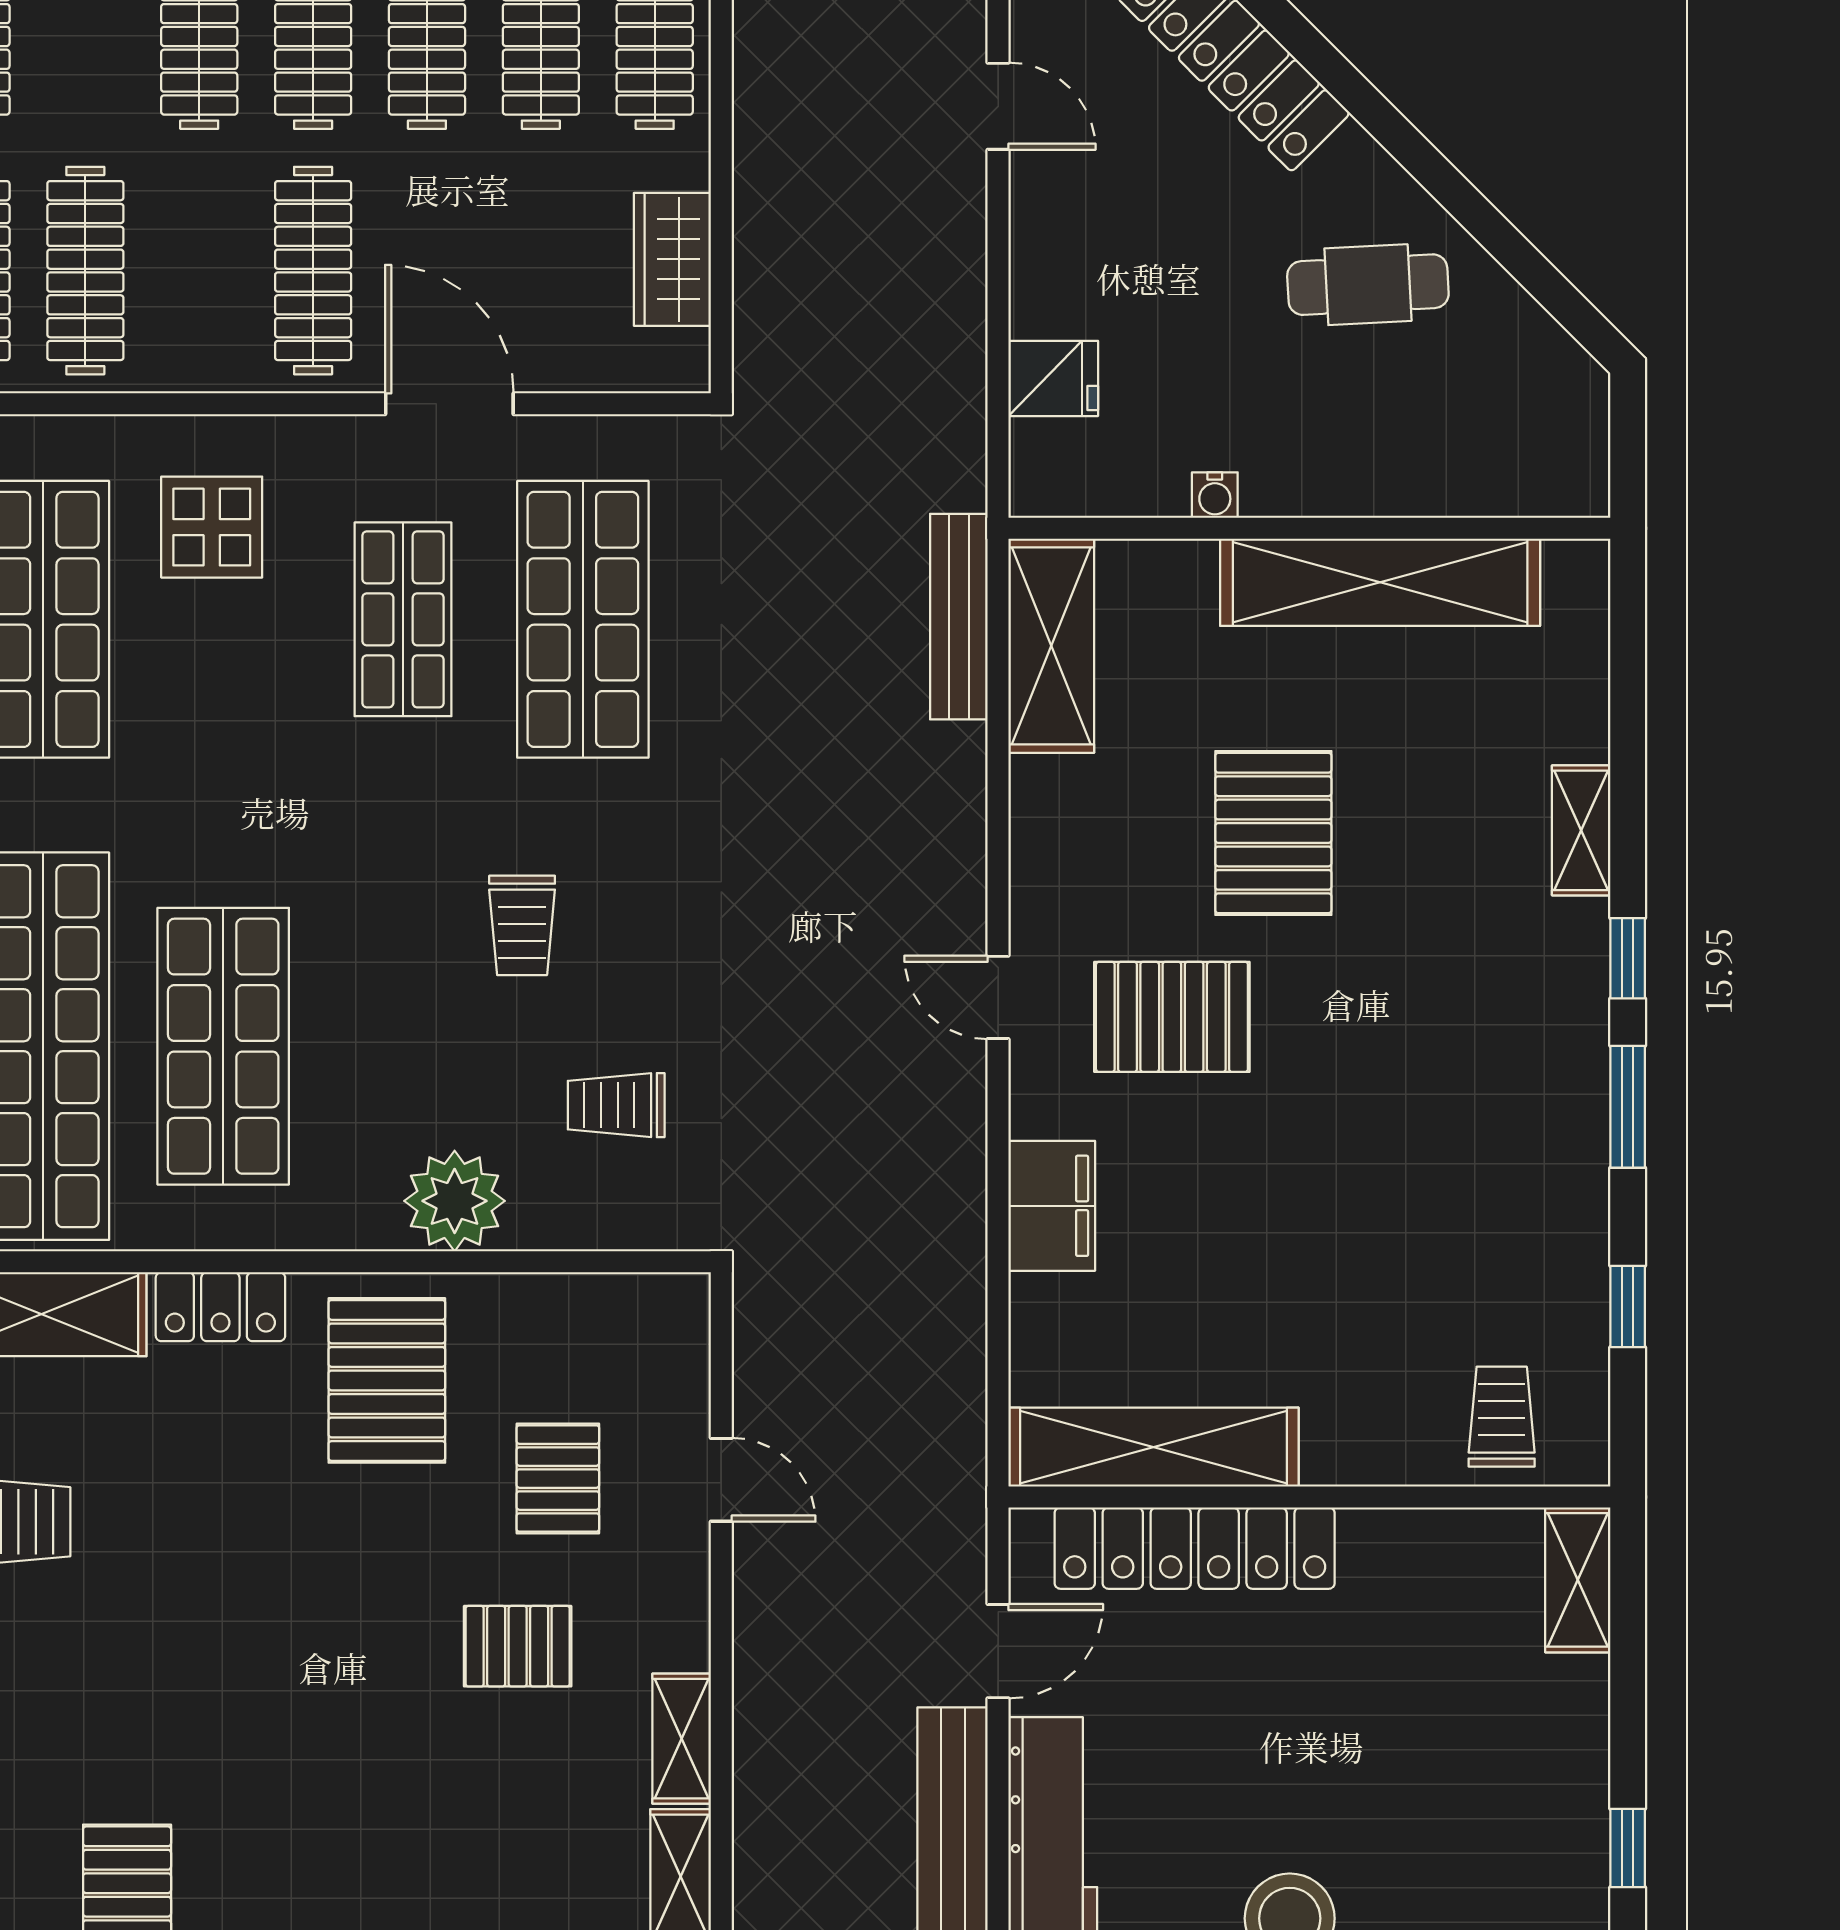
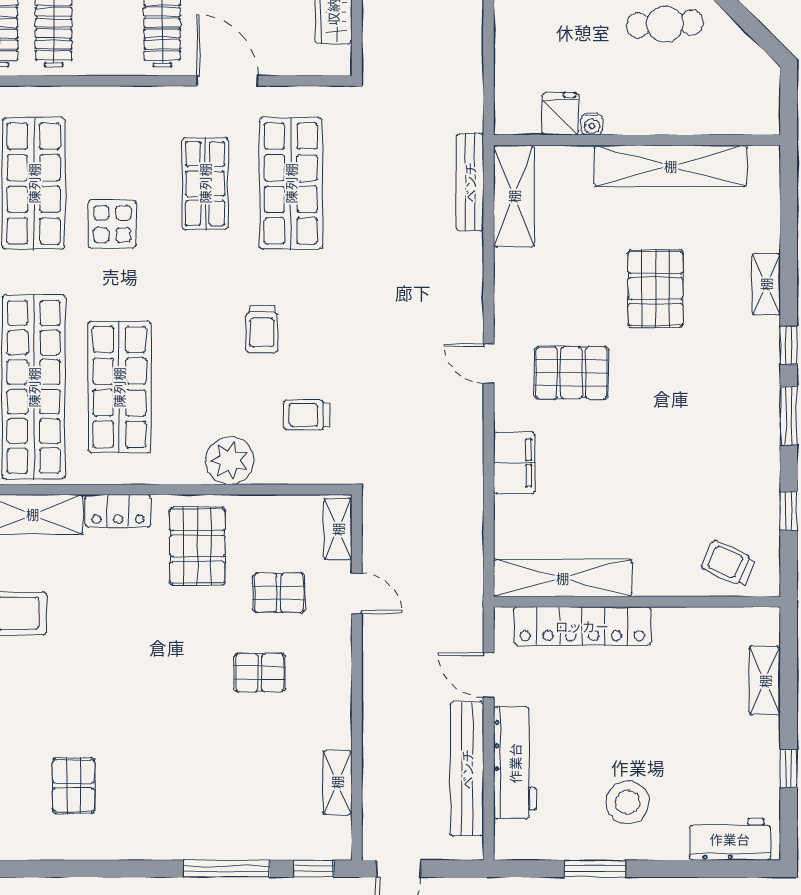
fridge: (1053, 378) -> (560, 114), moved, turned -90
display table: (212, 527) -> (112, 224), moved
pallet: (1273, 833) -> (656, 289), moved
trolley: (1502, 1417) -> (728, 563), turned -66
pallet: (558, 1479) -> (279, 593), turned 90
shelving: (1578, 1580) -> (765, 681), moved
door: (998, 1651) -> (489, 675), swing flipped
shelving: (682, 1739) -> (338, 529), moved

